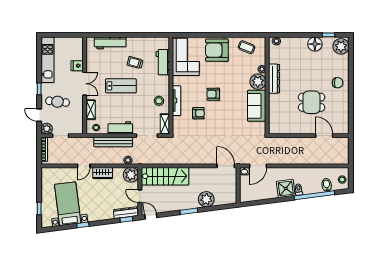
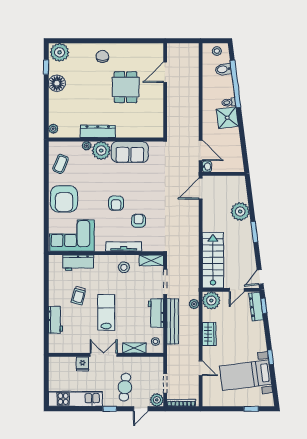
workbench: (110, 43) -> (56, 320), width x0.73
door: (84, 166) -> (201, 368), moved

